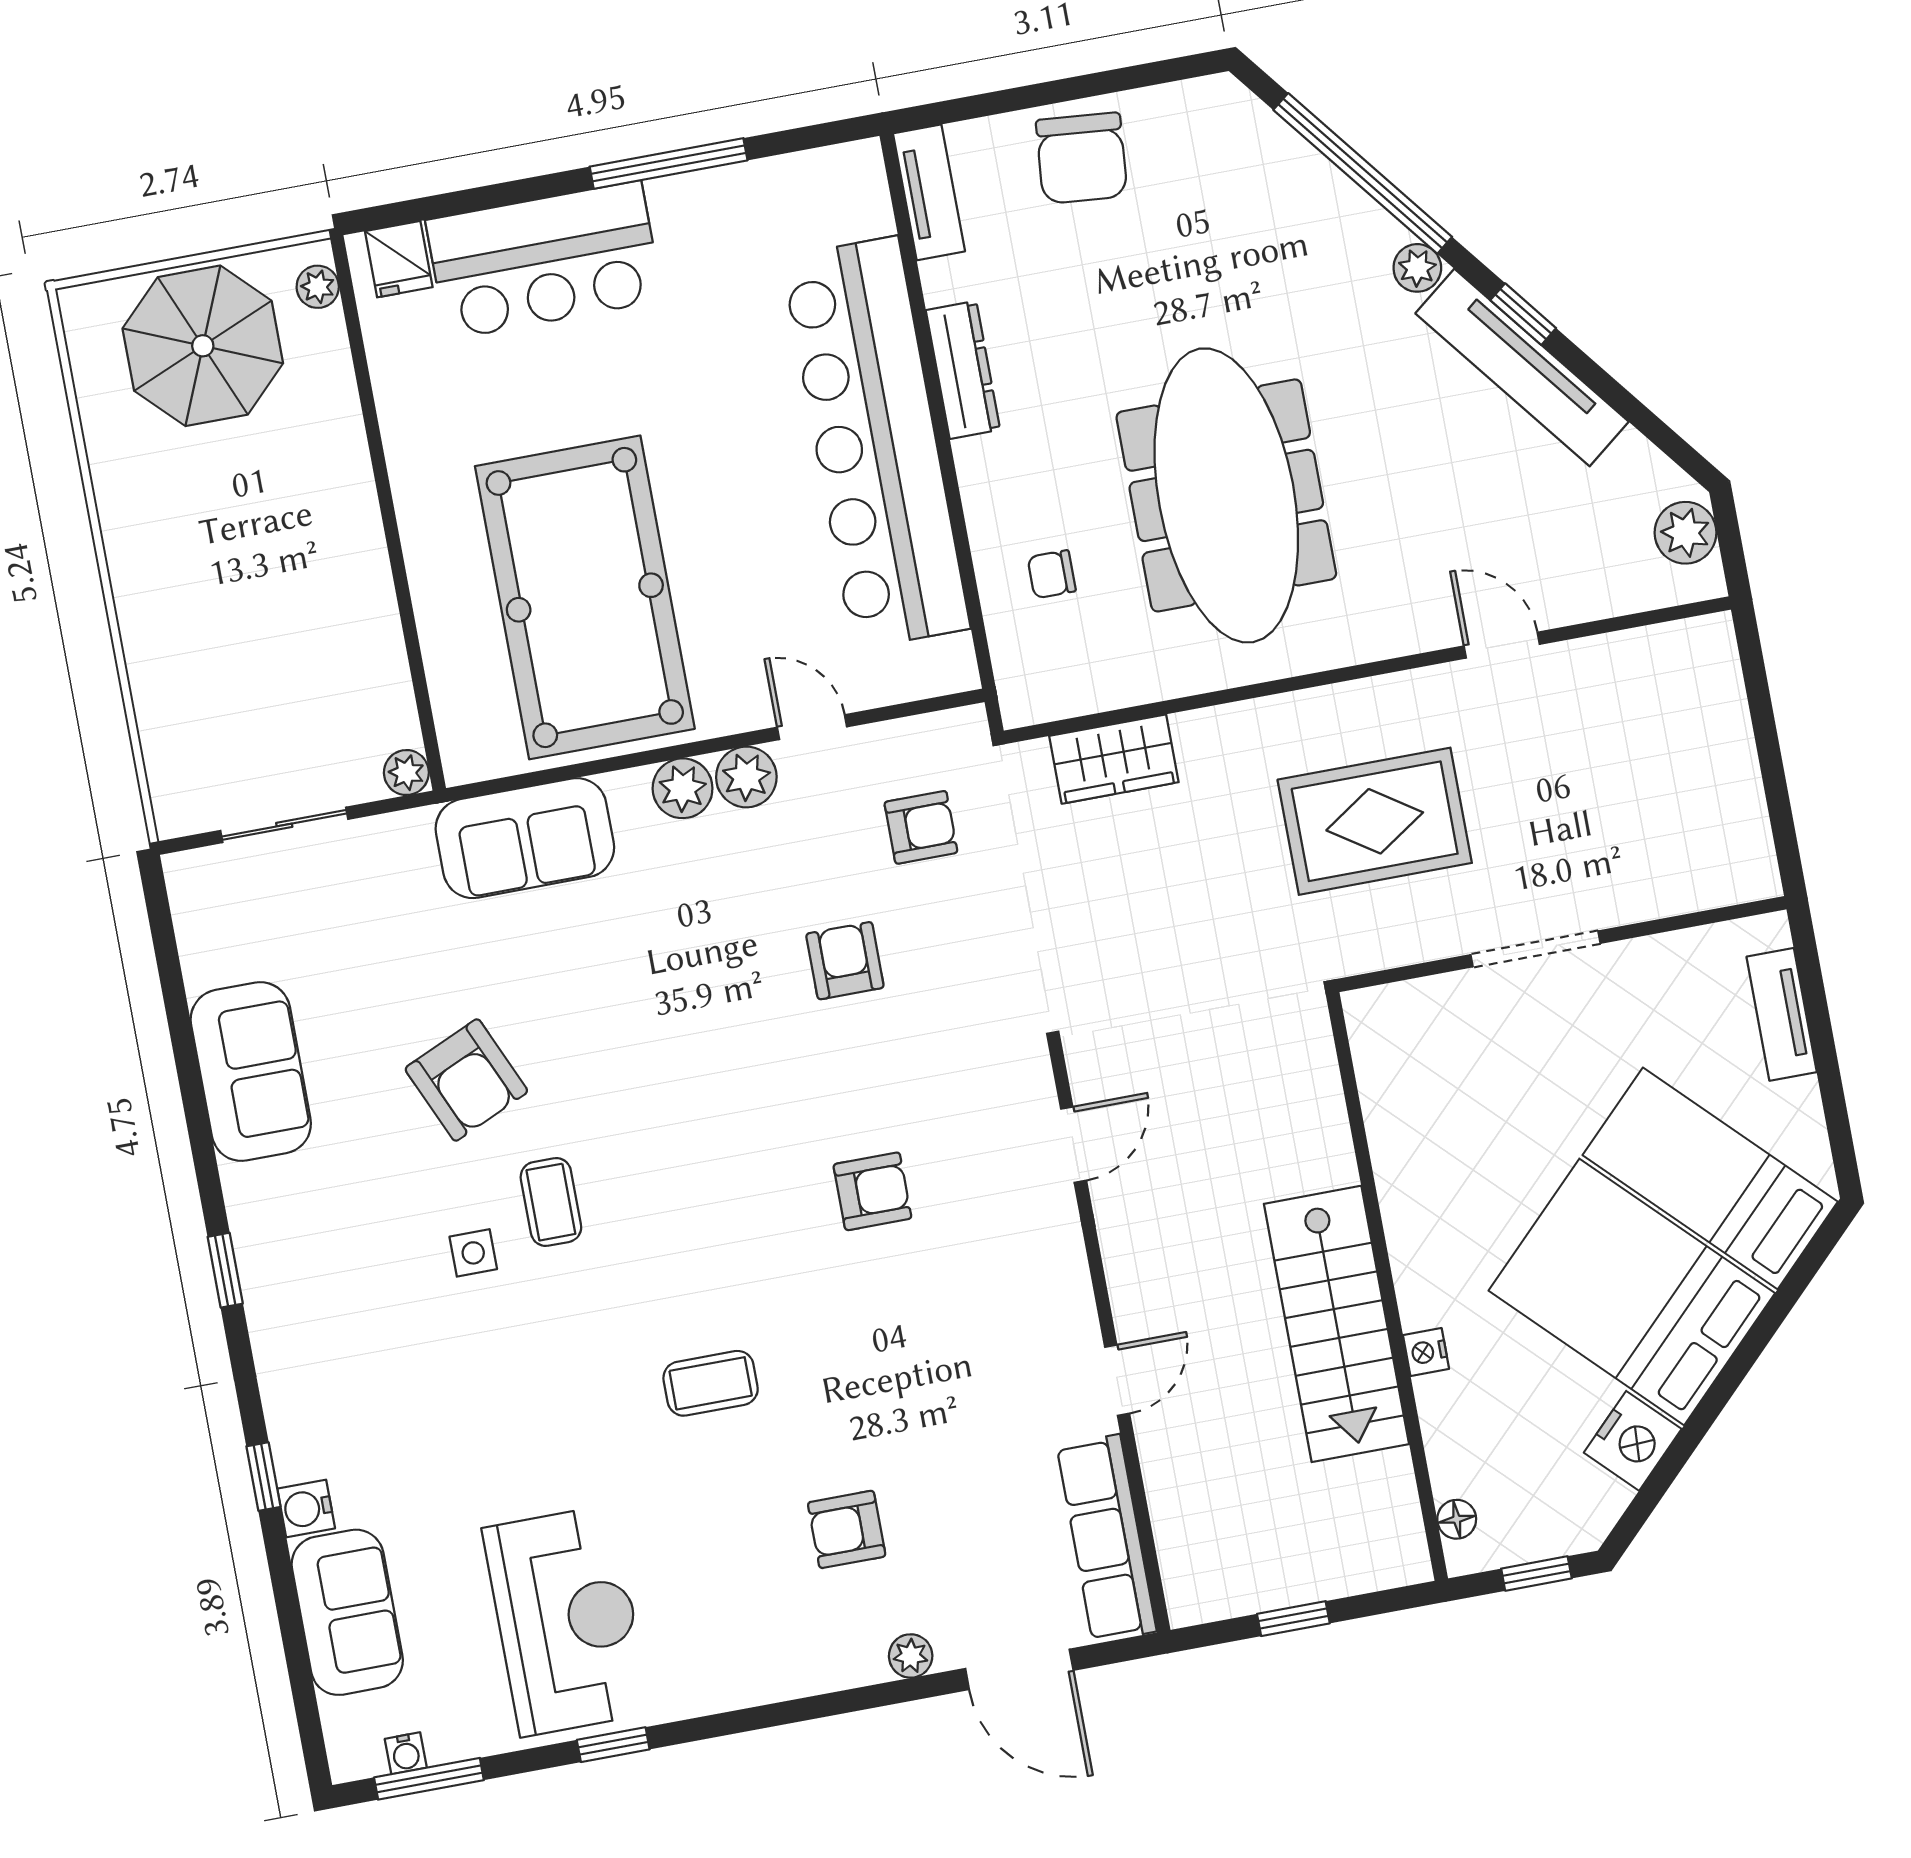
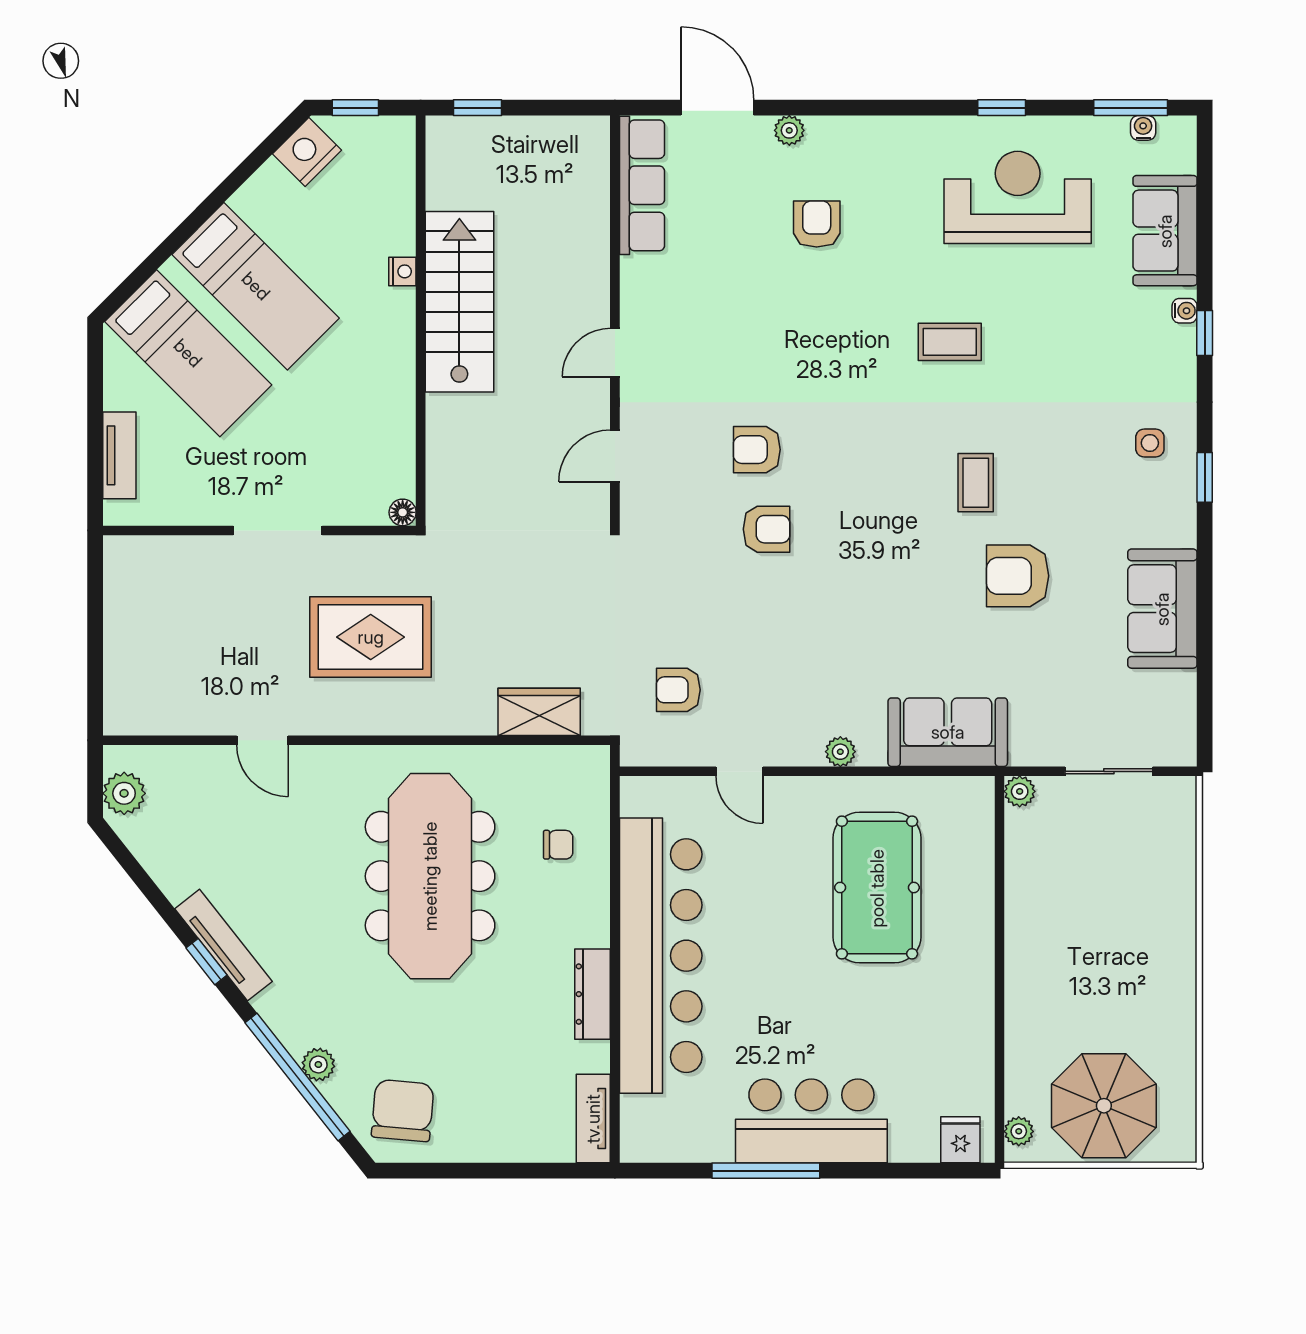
chair: (1082, 158) -> (403, 1110), moved
bar counter: (544, 260) -> (811, 1121), moved
plant: (1417, 268) -> (318, 1064), moved
tv unit: (1522, 368) -> (224, 945), width x0.73, depth x0.78
pool table: (585, 597) -> (877, 888), width x0.73, depth x0.76
plant: (746, 777) -> (790, 746), removed
plant: (683, 788) -> (840, 752), width x0.73, depth x0.73
armchair: (845, 961) -> (767, 529), moved, turned -90
armchair: (466, 1080) -> (1018, 576), turned -66
side table: (473, 1253) -> (1150, 443), moved
bed: (1632, 1292) -> (256, 286), width x0.67
door: (1117, 1380) -> (615, 353), moved
coffee table: (711, 1383) -> (950, 342), moved
nightstand: (1633, 1441) -> (307, 152), moved
water cooler: (306, 1508) -> (1185, 311), width x0.72, depth x0.72
floor lamp: (1457, 1519) -> (403, 512), moved
armchair: (847, 1529) -> (817, 224), turned -90
window: (1293, 1619) -> (477, 108), moved
reception desk: (567, 1621) -> (1018, 197), turned 90

